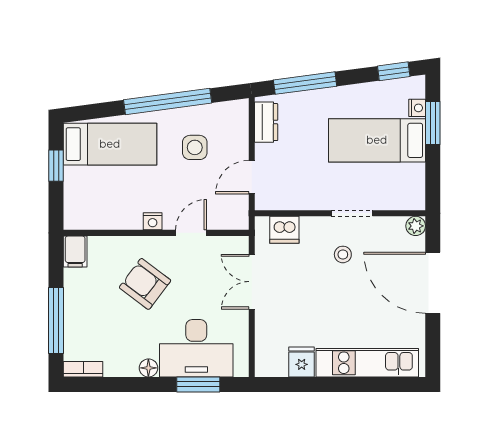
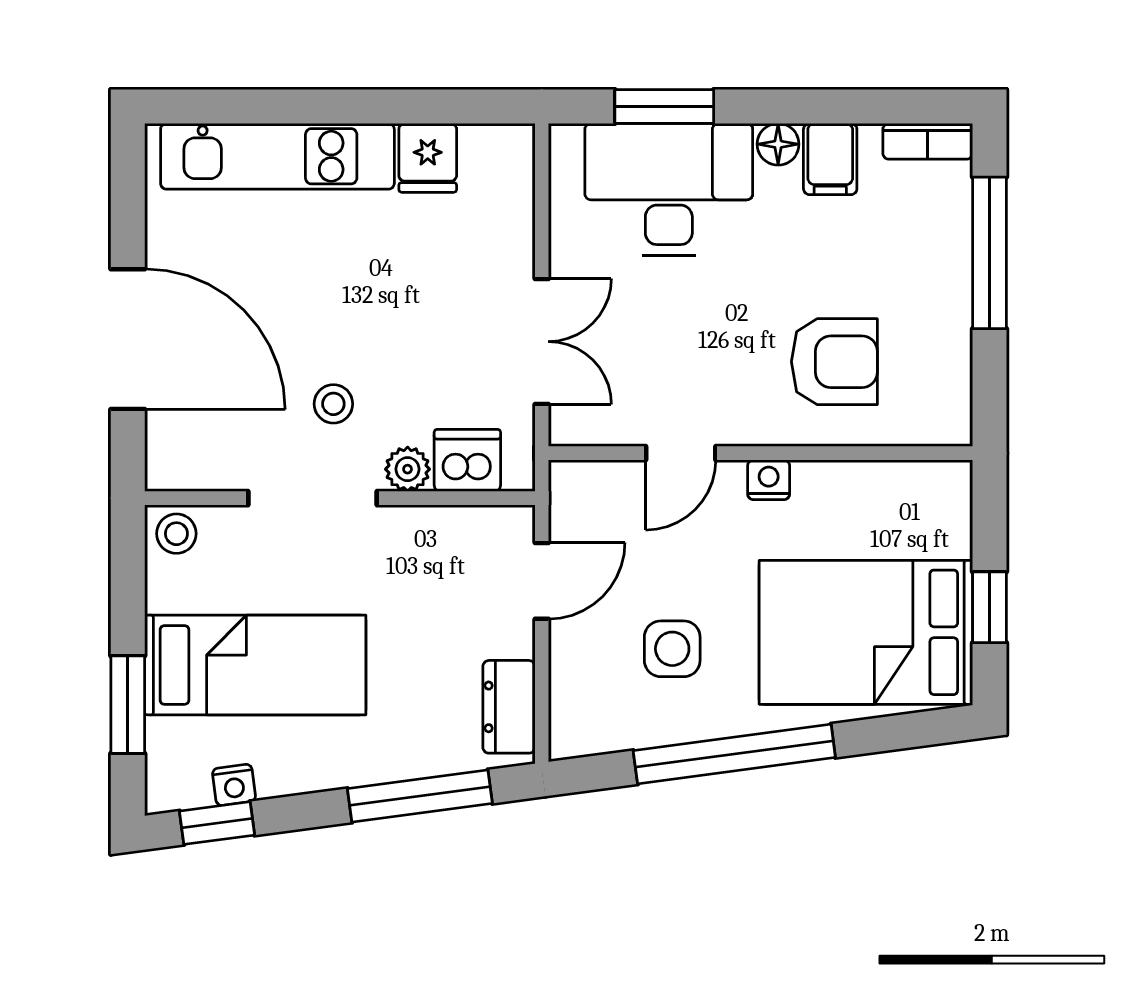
nightstand: (417, 108) -> (234, 785), moved, turned -98
bed: (110, 144) -> (866, 632), width x1.50
stool: (411, 198) -> (176, 534), added
doorway: (352, 213) -> (312, 498), width x1.38
plant: (416, 226) -> (408, 469), moved
filing cabinet: (75, 251) -> (830, 159), moved, turned 180
armchair: (145, 284) -> (834, 362), moved, turned -37

